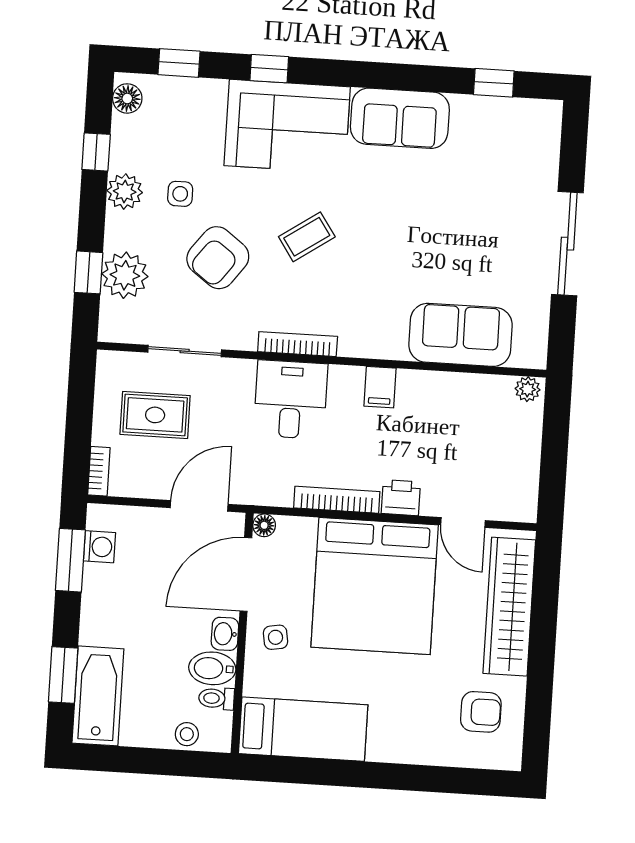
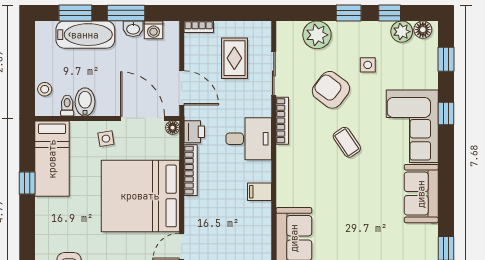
plant: (125, 192) -> (402, 32), moved
window: (88, 272) -> (349, 13), moved
bookcase: (298, 344) -> (282, 121), moved
printer: (401, 498) -> (194, 132), moved
window: (70, 560) -> (126, 13), moved
washbasin: (225, 634) -> (133, 29), moved, turned 180
bathtub: (98, 696) -> (85, 35), moved
window: (341, 773) -> (27, 183), added

